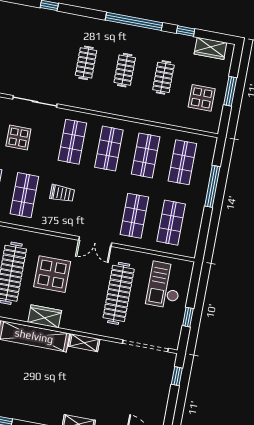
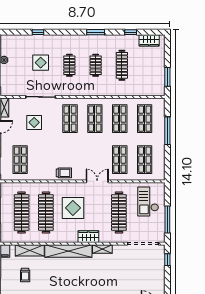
window: (134, 21) -> (96, 32), width x0.47
clothes rail: (163, 77) -> (122, 65), width x1.36
window: (230, 91) -> (167, 77), moved
display table: (202, 98) -> (41, 63), moved
trolley: (62, 193) -> (64, 173), moved
shop shelf: (24, 195) -> (45, 160), removed
double door: (95, 242) -> (97, 181), swing flipped
wardrobe: (45, 316) -> (88, 237), moved
window: (188, 317) -> (167, 220), width x2.17

